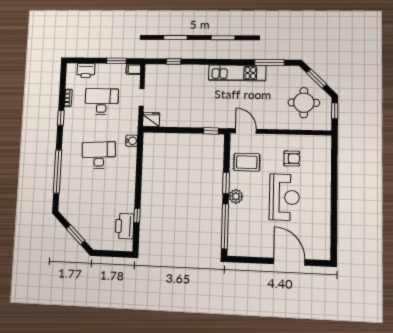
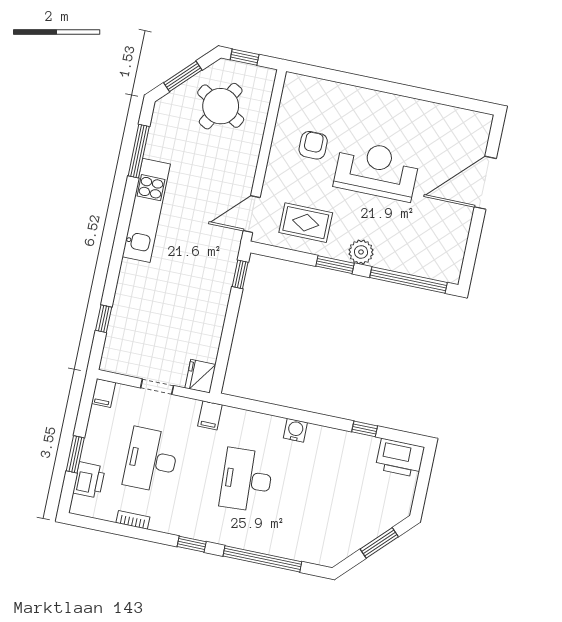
window: (116, 61) -> (75, 454), moved
round table: (304, 103) -> (221, 106), turned 30
window: (61, 118) -> (192, 544), moved
filing cabinet: (131, 129) -> (210, 415), added
water cooler: (132, 141) -> (295, 430), moved
rug: (247, 162) -> (306, 223), turned 90
printer: (125, 226) -> (400, 458), moved

